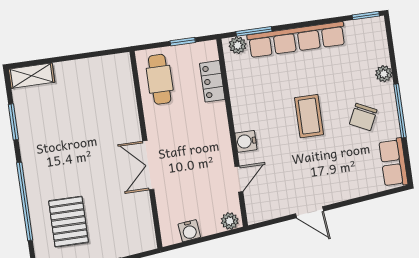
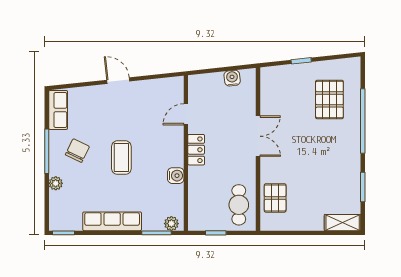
row of seats: (296, 40) -> (112, 221), width x0.73
locker: (212, 81) -> (196, 150), moved
pallet: (117, 94) -> (275, 198), added
water cooler: (246, 141) -> (176, 176), moved
door: (309, 212) -> (118, 81), moved
plant: (230, 221) -> (198, 81), removed

